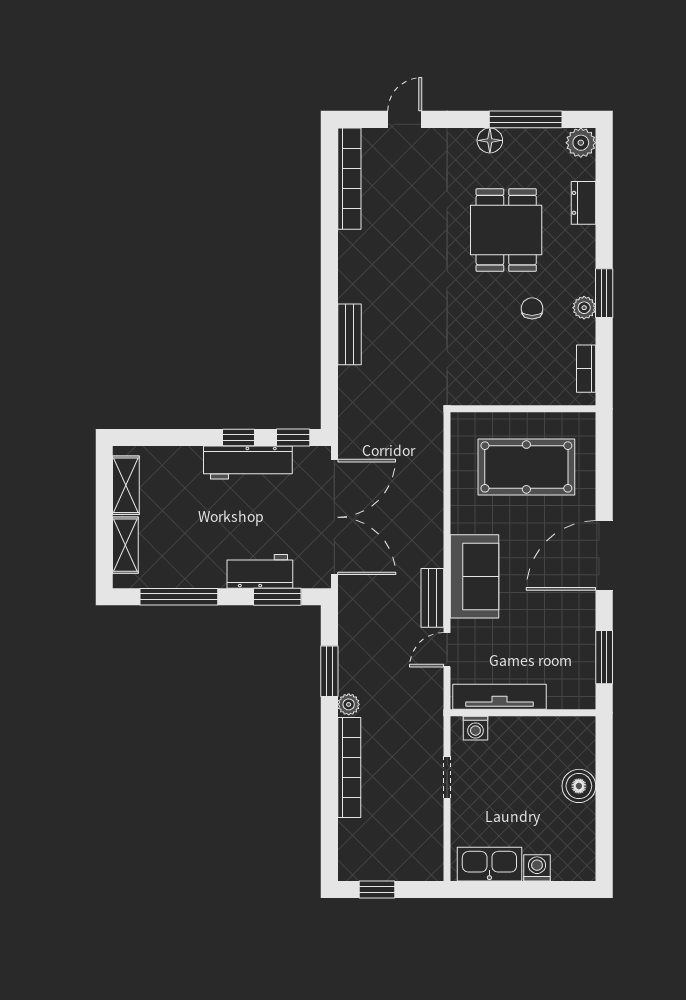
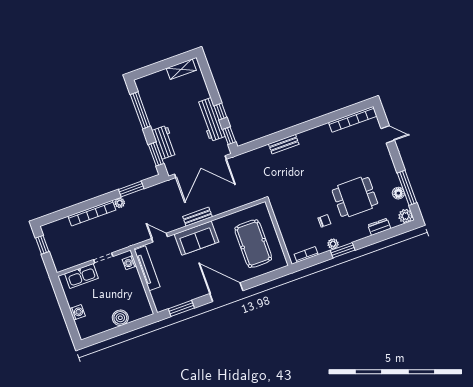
floor lamp: (490, 140) -> (398, 193), moved
shelving: (125, 545) -> (155, 79), removed
bench: (432, 598) -> (197, 217), moved
kitchen sink: (489, 864) -> (82, 276), moved, turned 90

